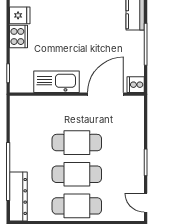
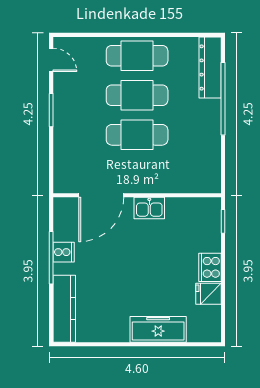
kitchen sink: (56, 82) -> (149, 208), width x0.53, depth x0.81
cooker: (136, 85) -> (64, 252), moved

